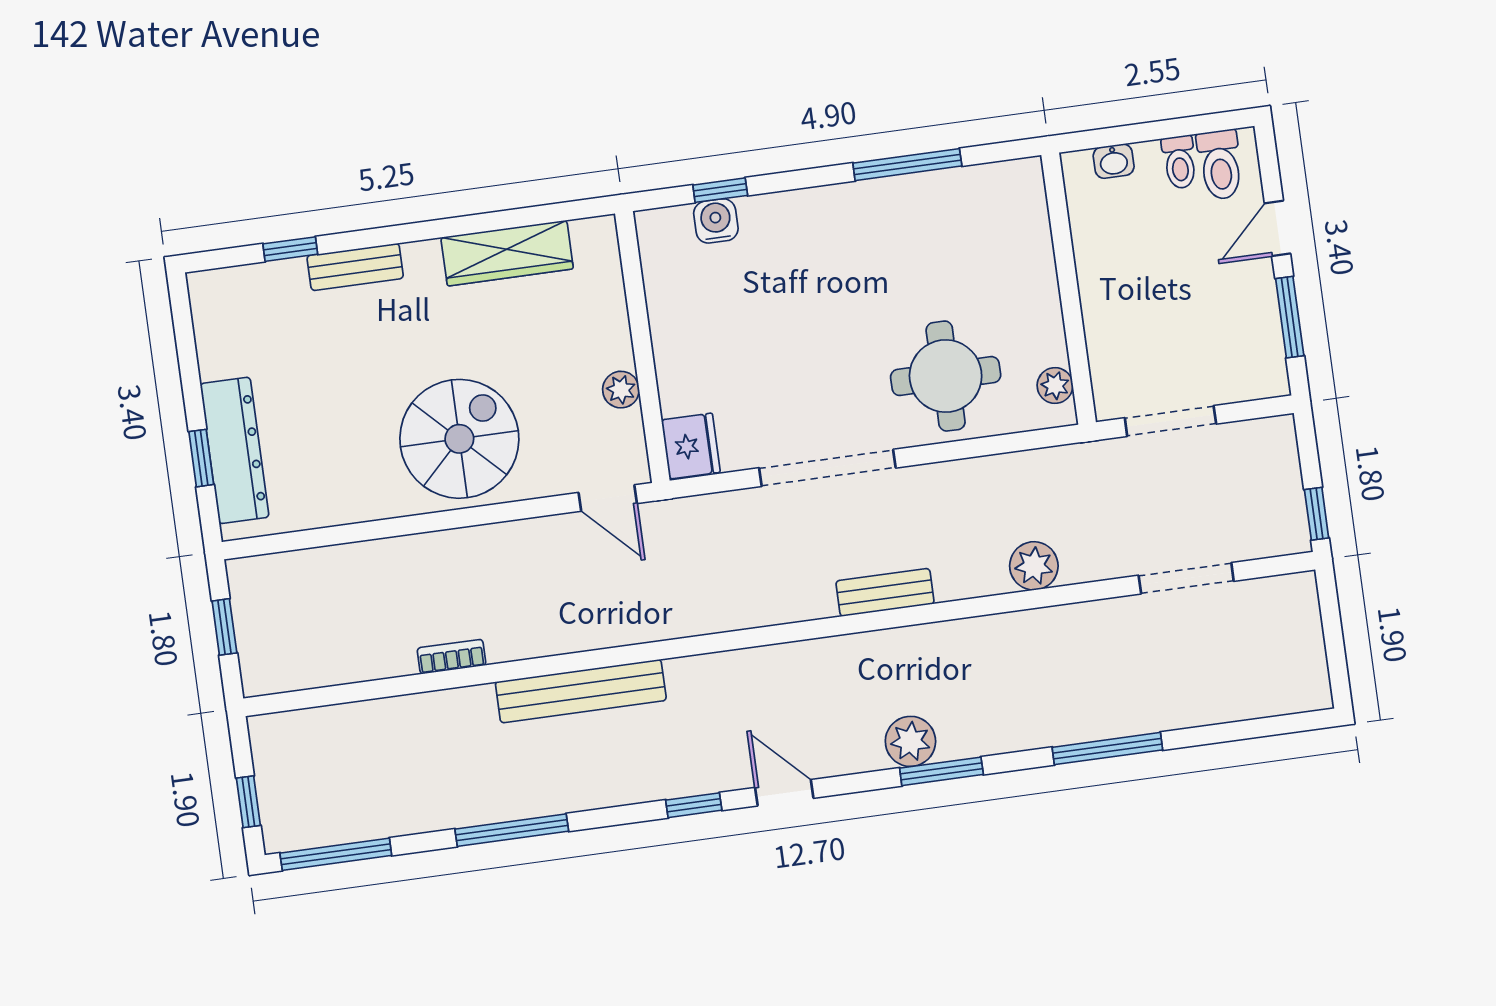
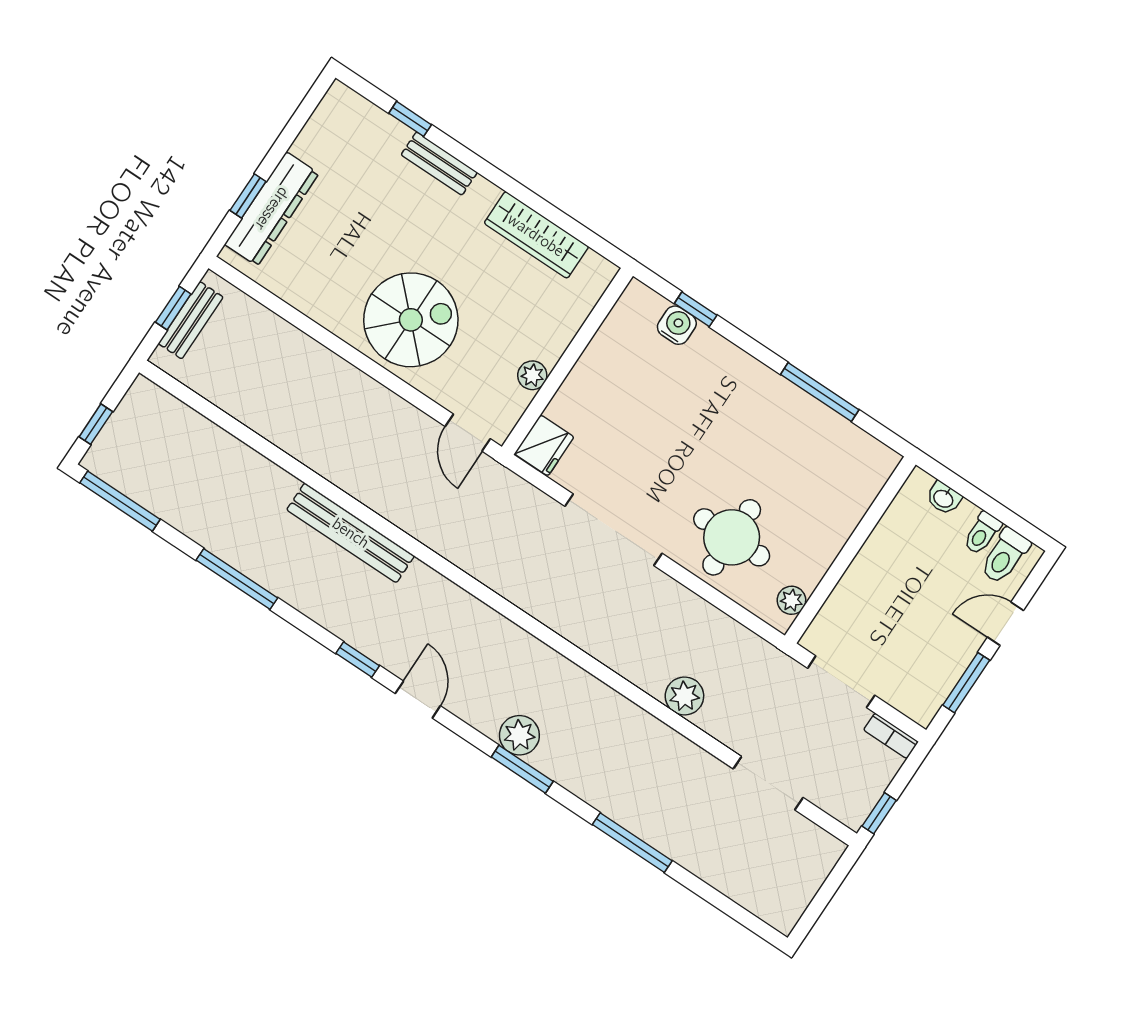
bench: (885, 592) -> (191, 320), moved, turned 90
bookcase: (451, 657) -> (891, 736), moved, turned 180

